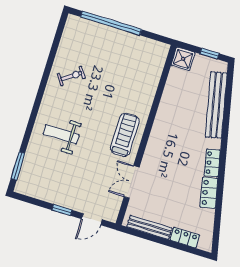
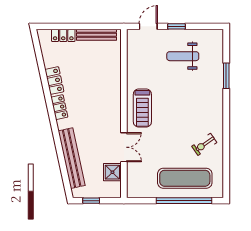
exercise mat: (103, 47) -> (185, 178), added
shower: (183, 59) -> (112, 172), moved
weight bench: (61, 134) -> (183, 56), moved, turned 180
window: (18, 166) -> (226, 76), moved
double door: (132, 182) -> (124, 147), moved

